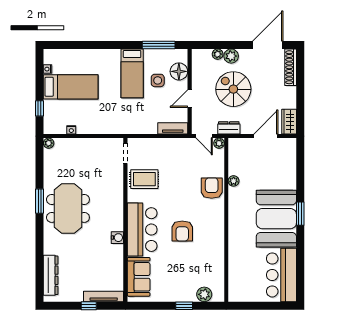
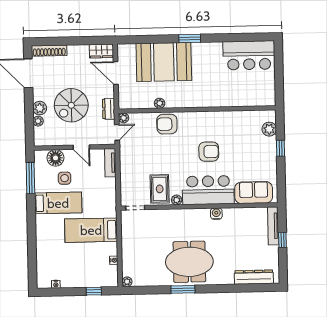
bed: (71, 87) -> (91, 230), moved, turned -90
plant: (133, 197) -> (177, 200), added
booth: (276, 219) -> (164, 62), moved

